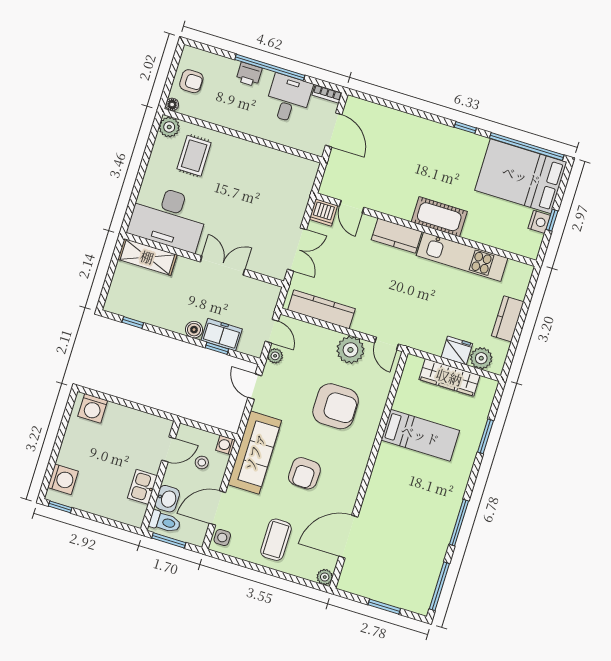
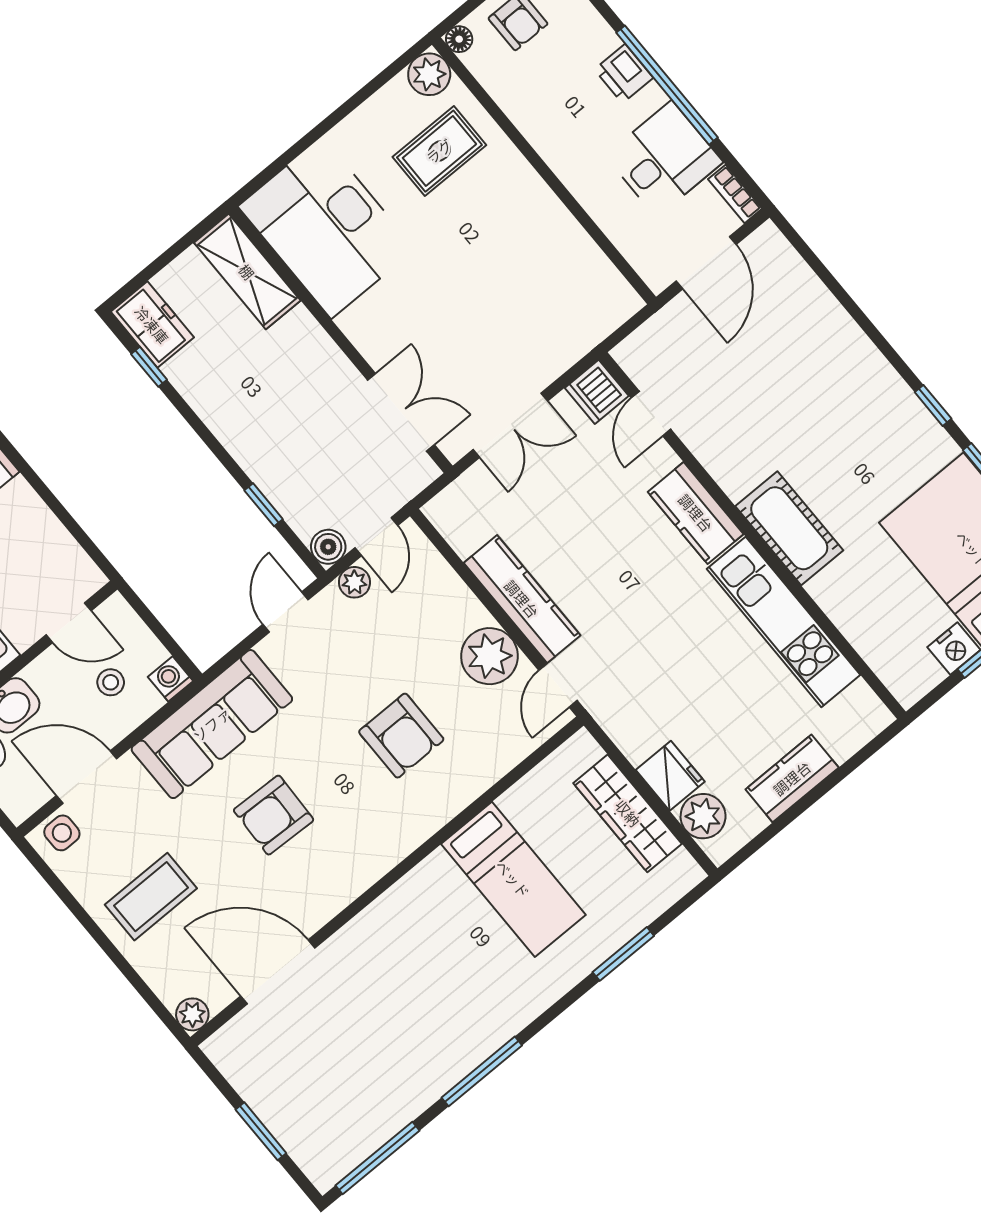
double door: (223, 266) -> (401, 412), moved
kitchen counter: (321, 309) -> (522, 599), moved
boiler: (194, 330) -> (328, 547), moved
freezer: (222, 335) -> (152, 325), moved
armchair: (336, 406) -> (401, 736), width x0.73, depth x0.73

